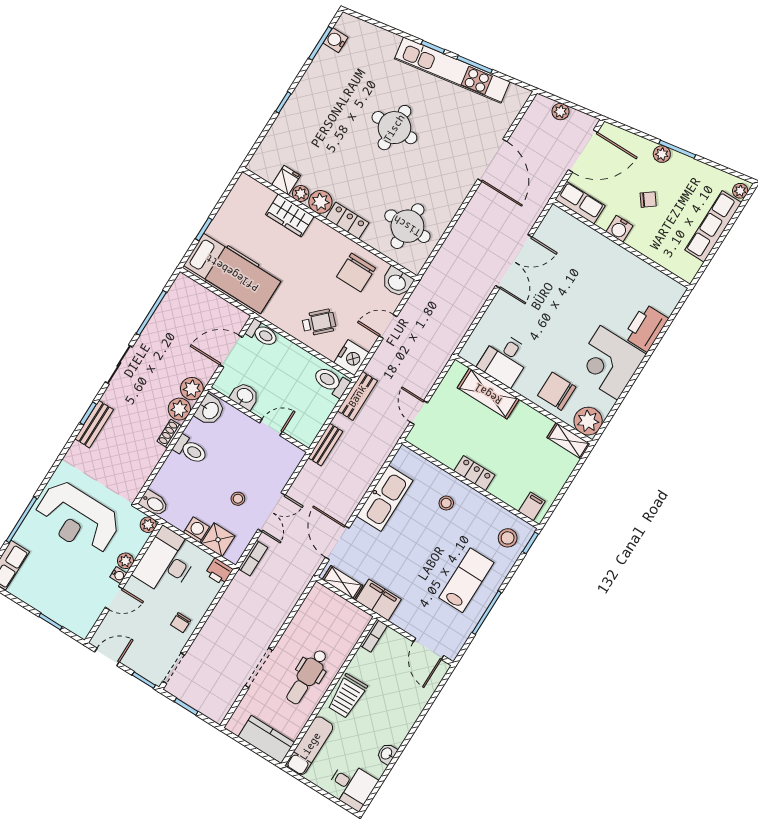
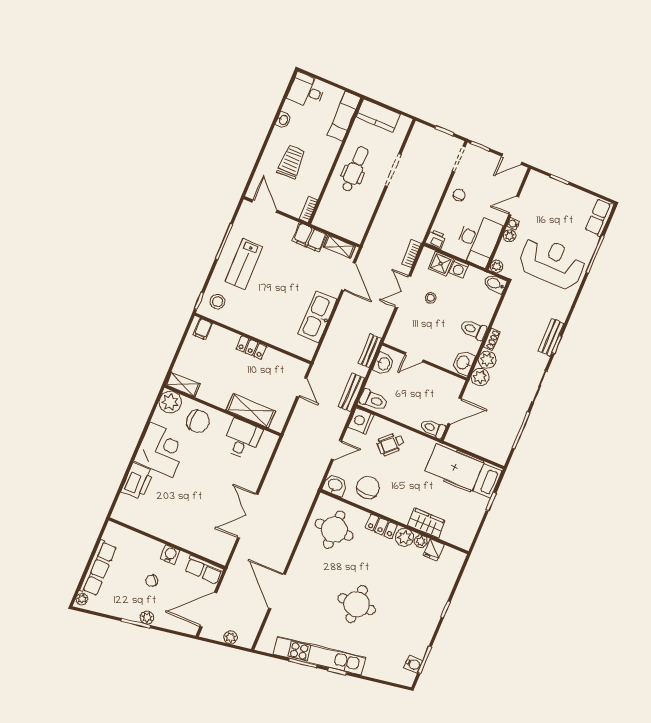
washbasin: (245, 396) -> (384, 364), moved, turned -90
stool: (446, 503) -> (269, 321), removed
trolley: (347, 696) -> (291, 162), moved

